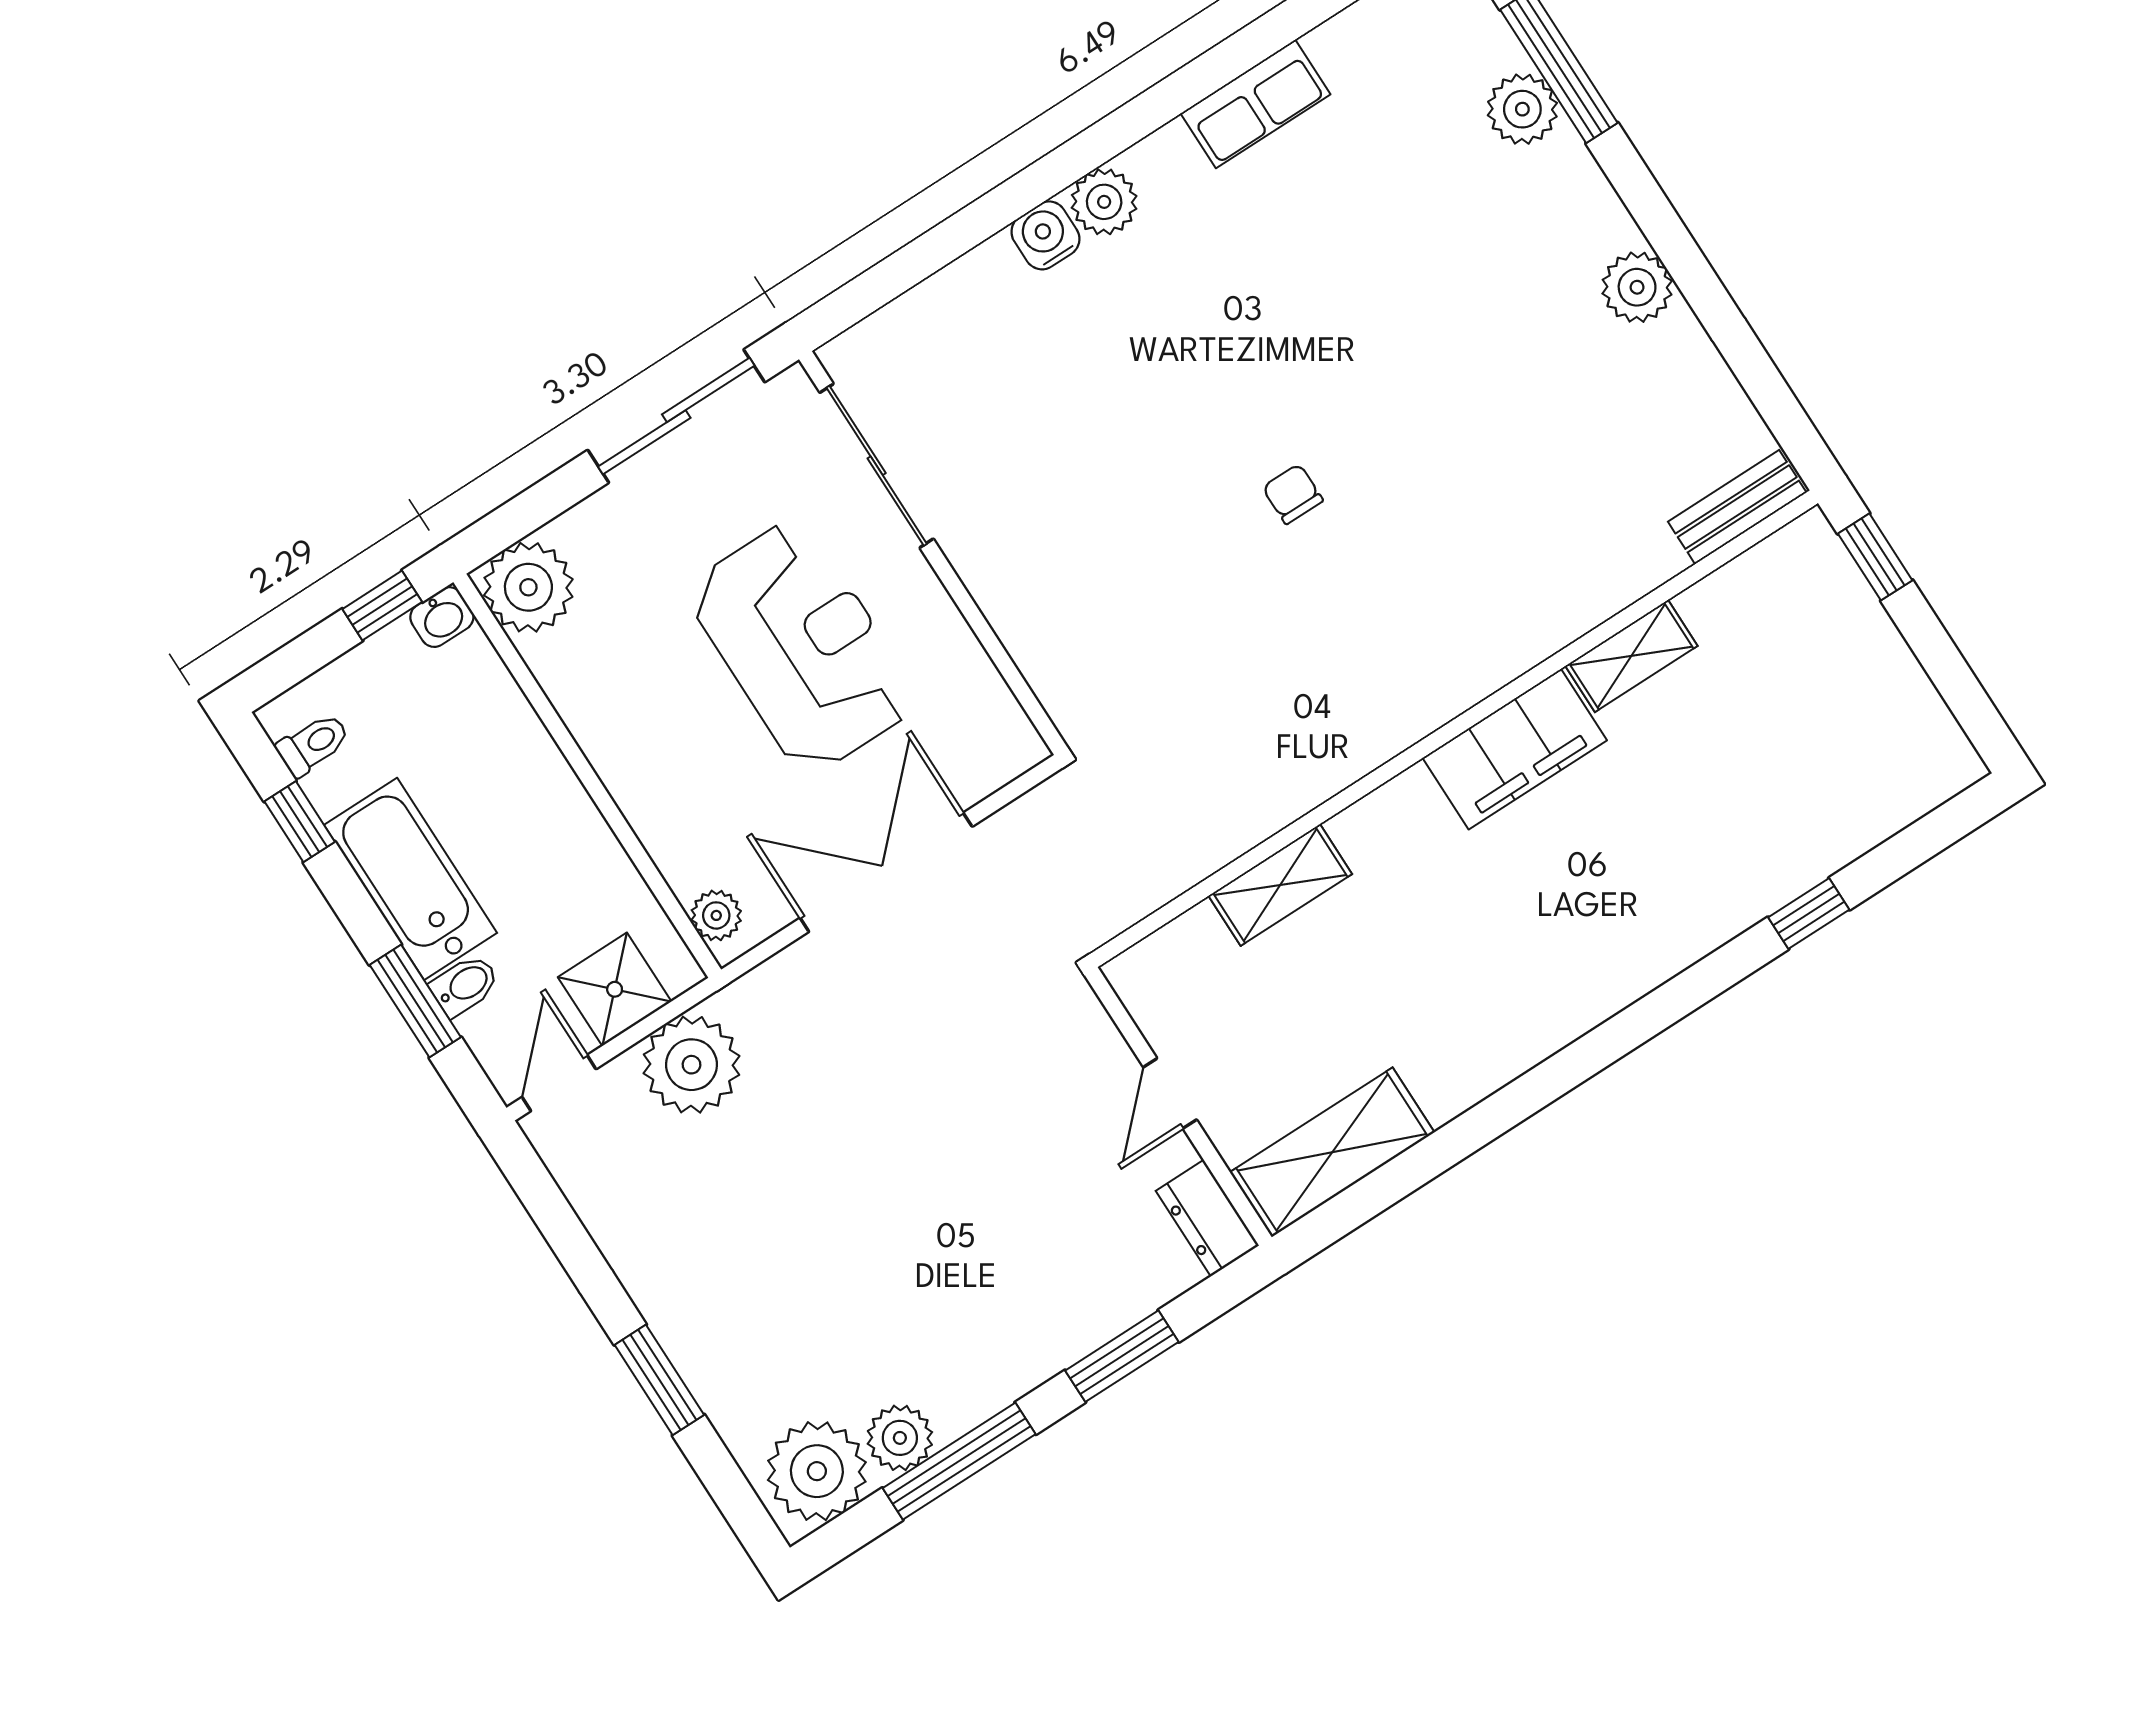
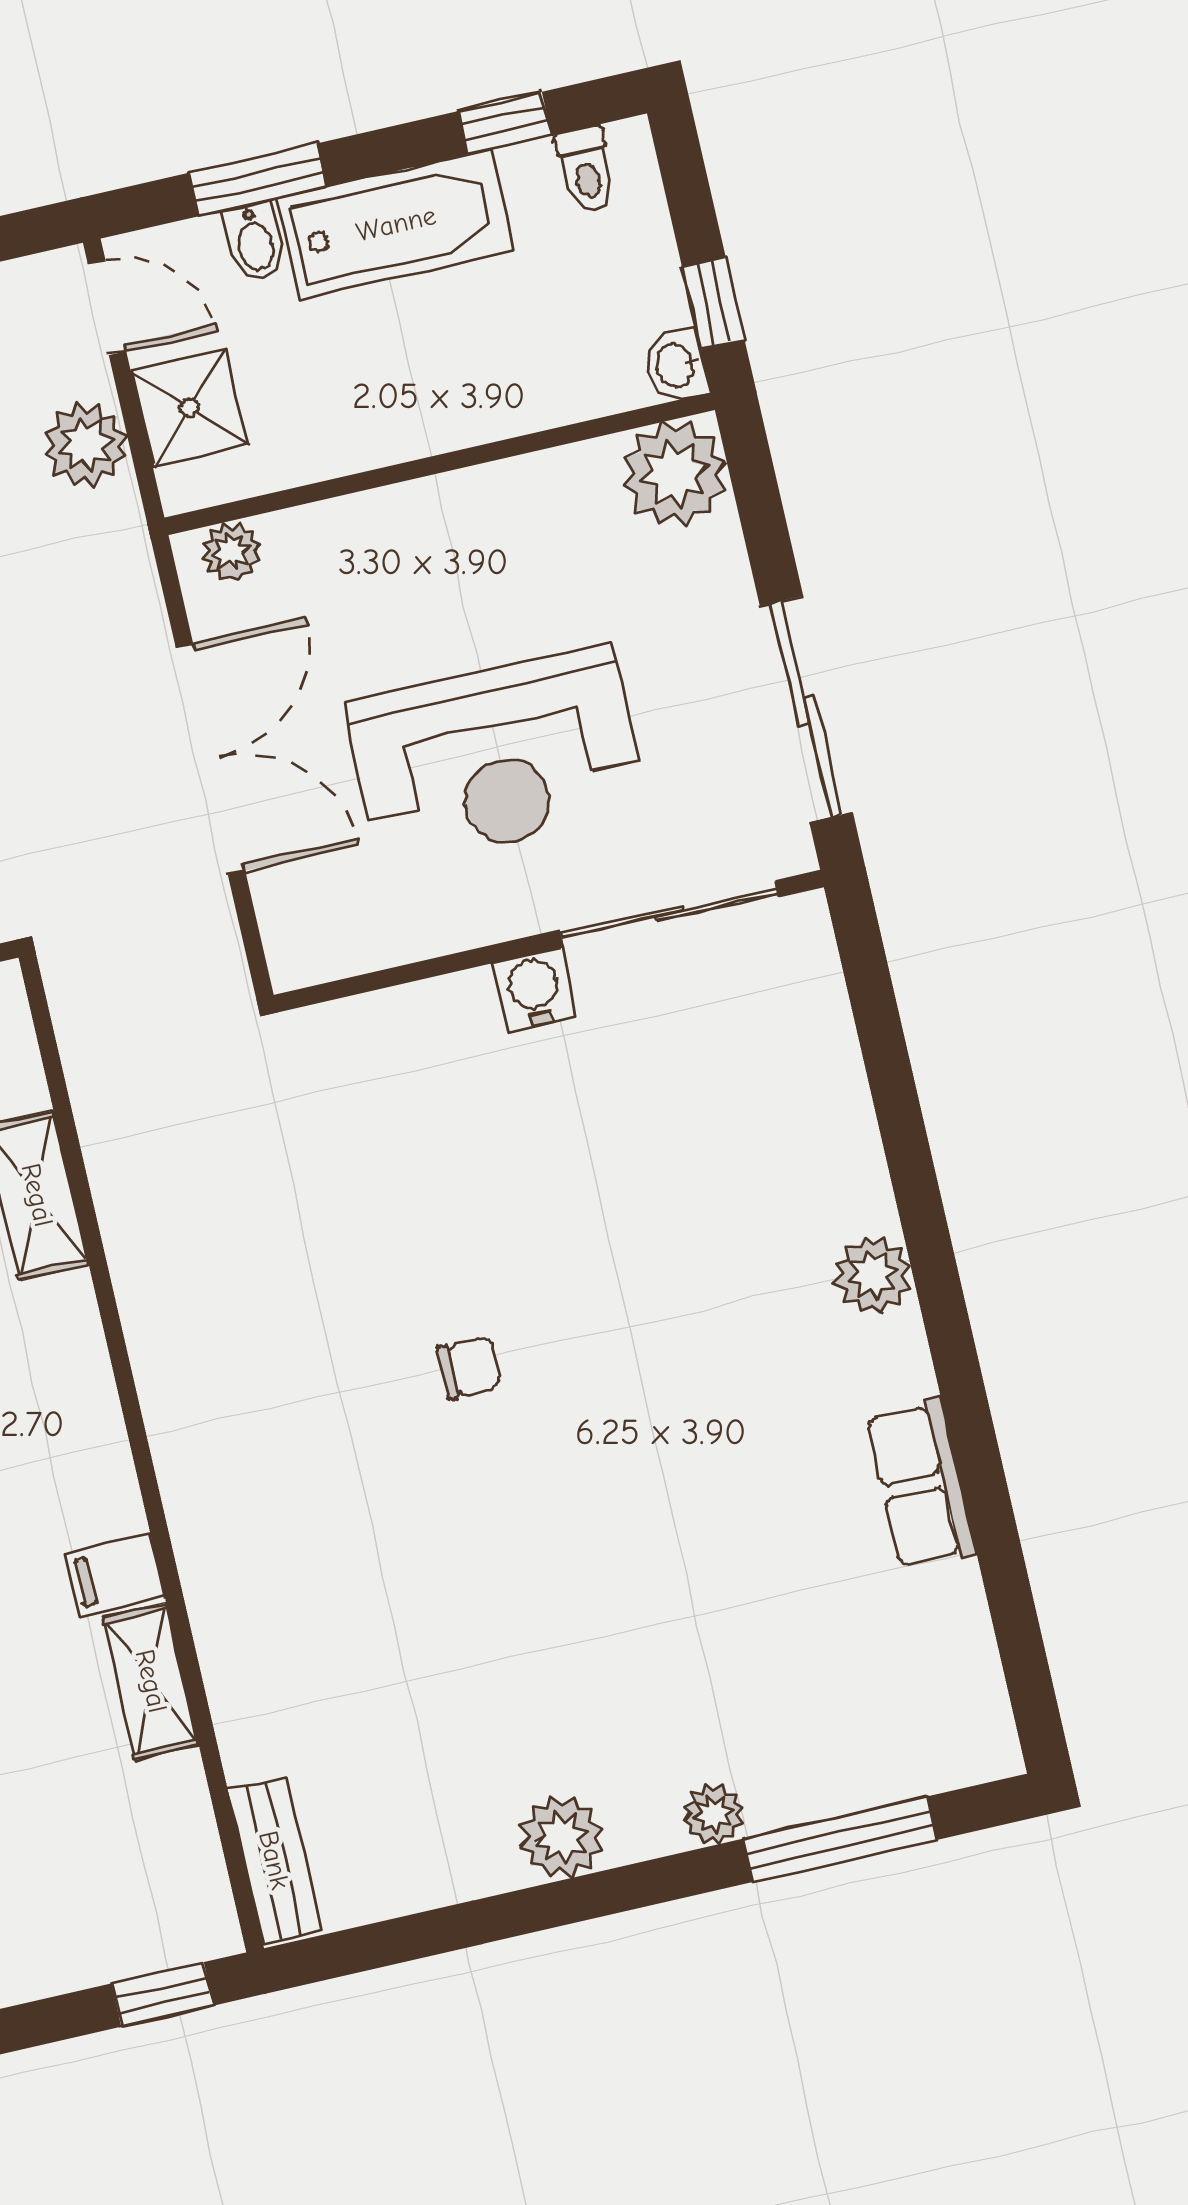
plant: (1522, 109) -> (713, 1814), moved, width x0.73, depth x0.73
water cooler: (1045, 235) -> (534, 990), moved, turned -90
filing cabinet: (1515, 749) -> (115, 1575), width x0.33, depth x0.86
plant: (691, 1065) -> (86, 445), width x0.73, depth x0.73

